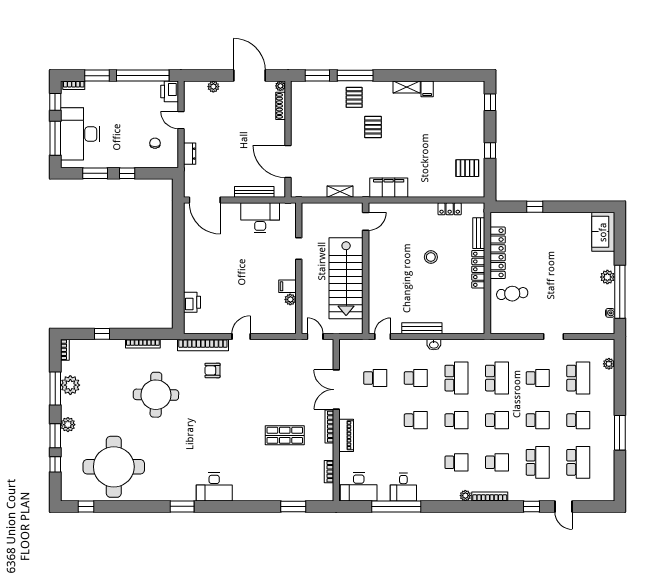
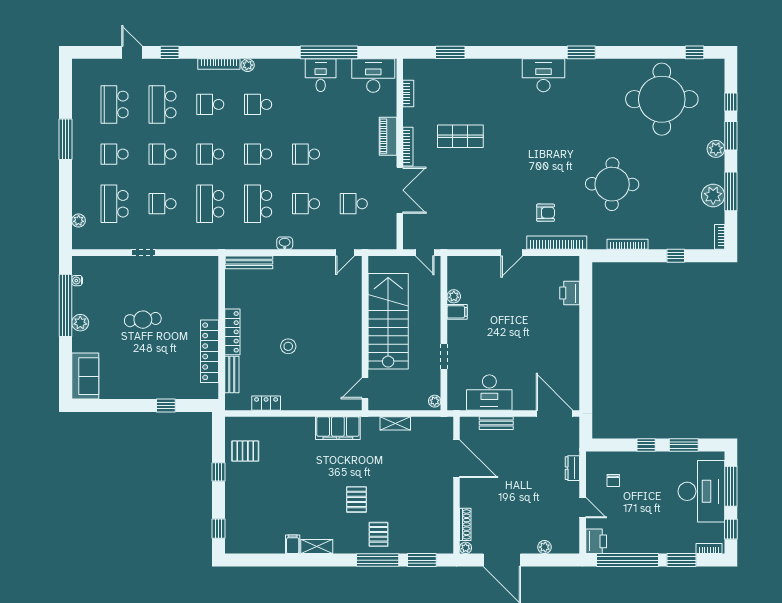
bench: (254, 192) -> (496, 423), width x0.73
plant: (307, 211) -> (435, 401), added
cafe table: (512, 294) -> (143, 320), moved
bench: (422, 328) -> (249, 262), moved

